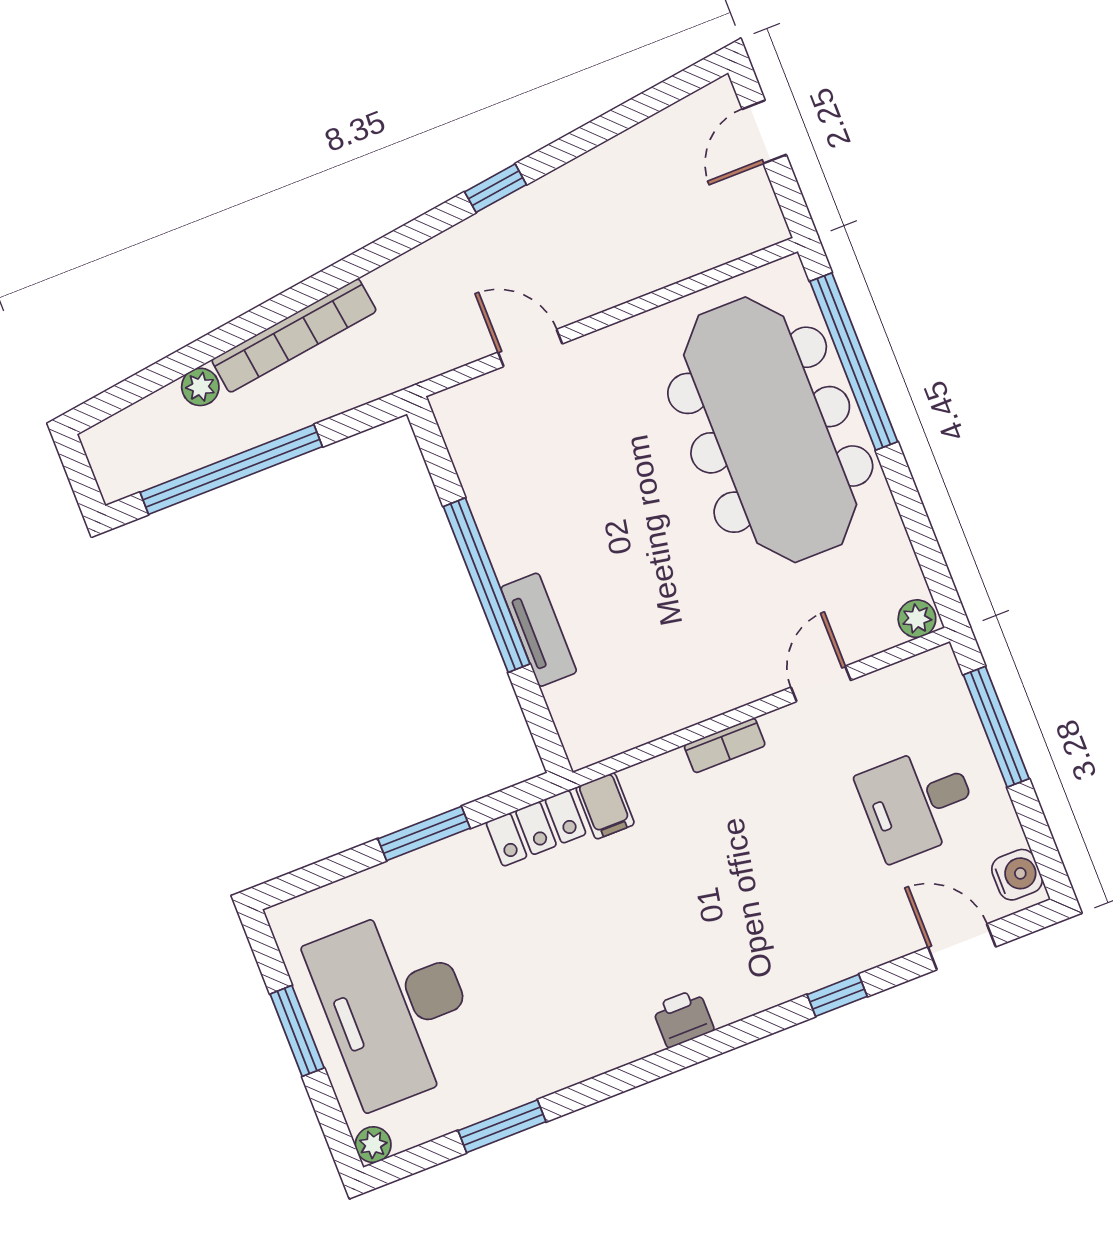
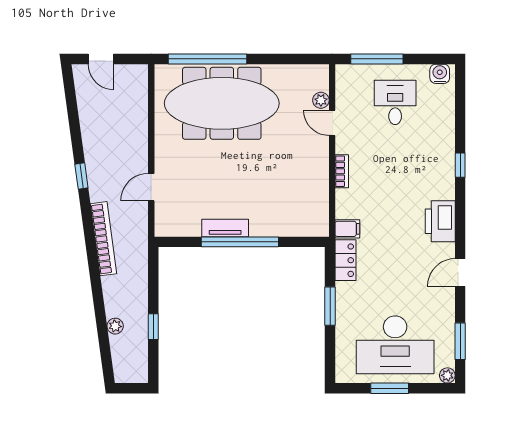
bookcase: (294, 336) -> (103, 239), moved
window: (231, 470) -> (153, 327), width x0.32
plant: (917, 619) -> (321, 100), moved
tv unit: (539, 630) -> (225, 228), moved
desk: (918, 802) -> (395, 102), turned 180
door: (962, 947) -> (460, 272), moved
printer: (683, 1018) -> (440, 221), width x1.87, depth x1.48
window: (502, 1126) -> (460, 341), moved

